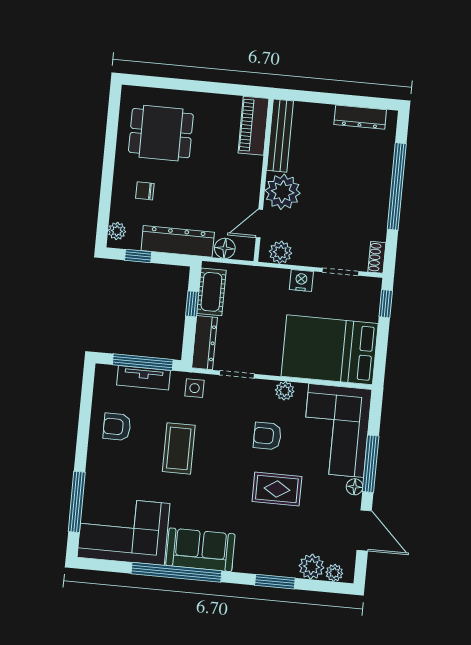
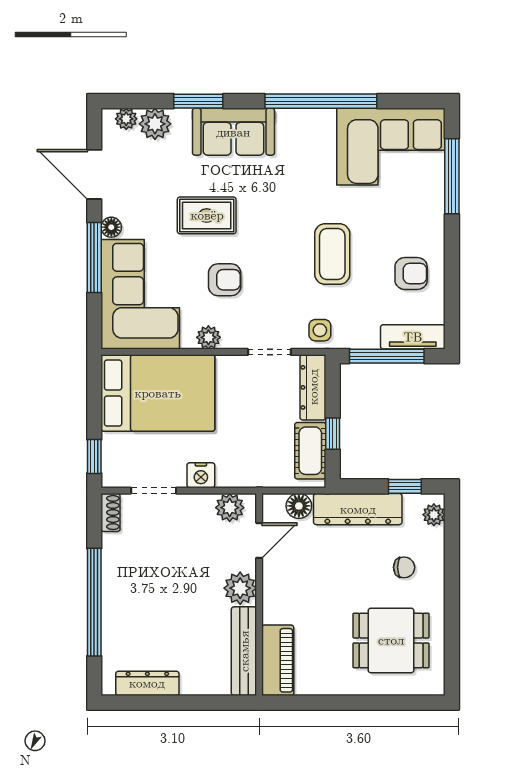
plant: (283, 192) -> (240, 588), width x0.73, depth x0.73
tv unit: (143, 378) -> (413, 337), moved
sofa: (200, 550) -> (233, 132), moved

